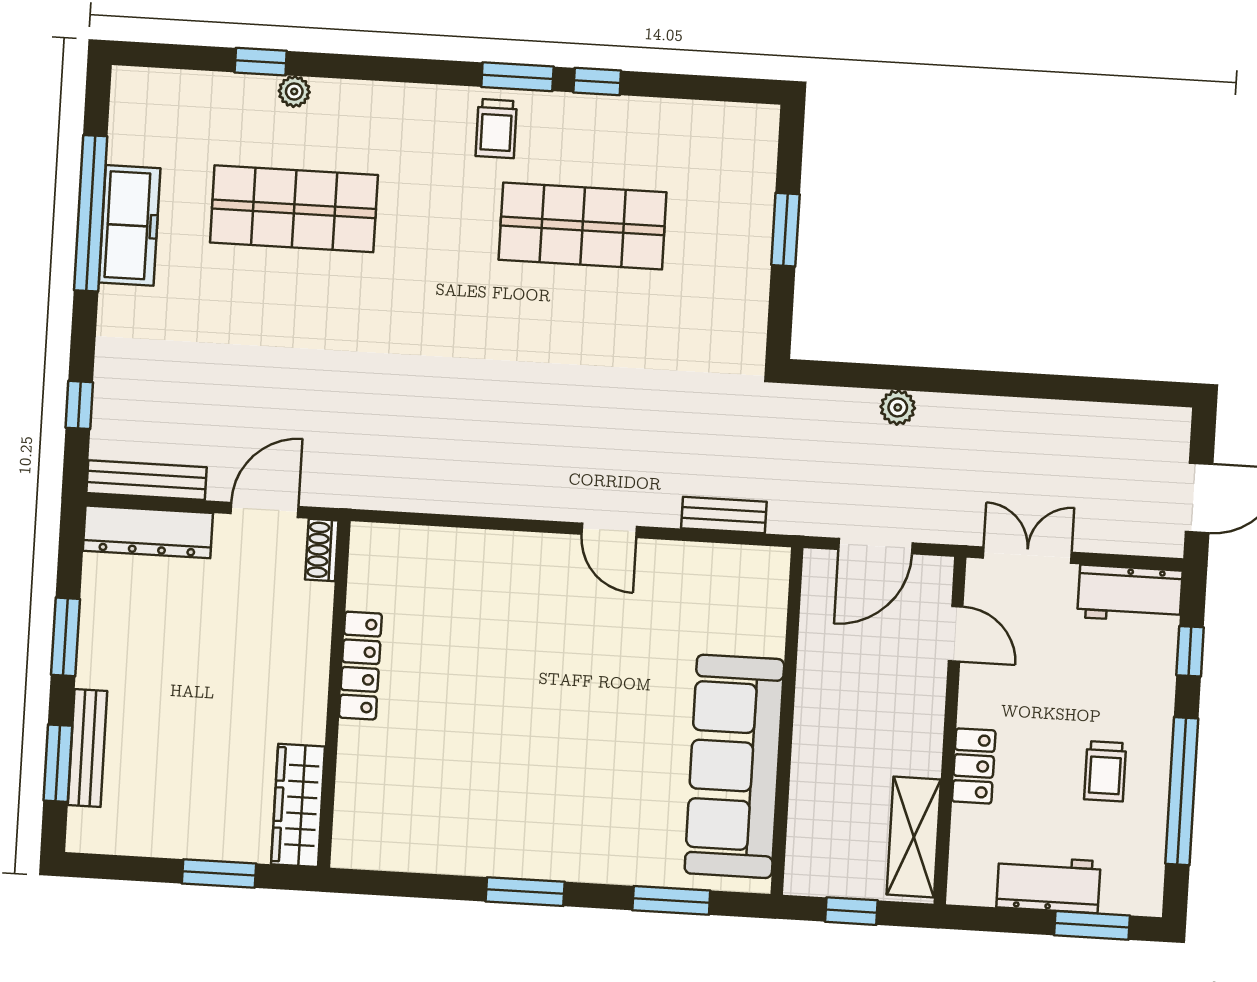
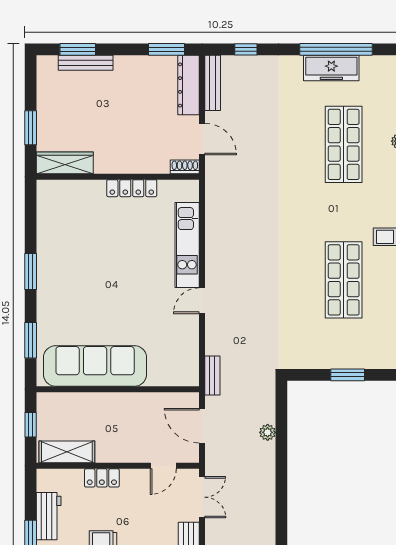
bench: (724, 515) -> (212, 376), moved
kitchen unit: (489, 555) -> (187, 245), added
window: (65, 637) -> (166, 49), moved

